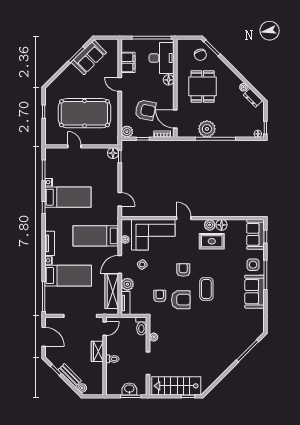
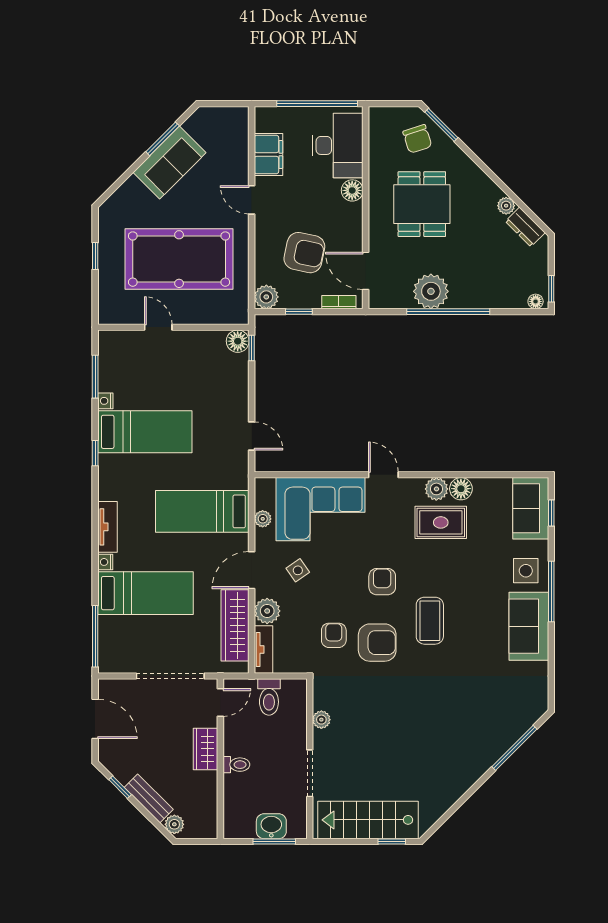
sofa: (89, 57) -> (170, 163), moved
toilet: (141, 326) -> (269, 697), moved

